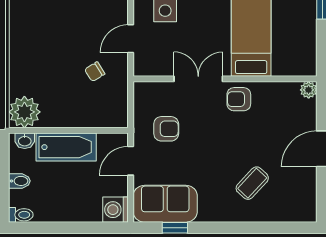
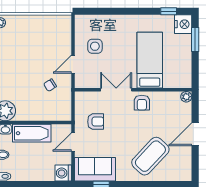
armchair: (239, 99) -> (142, 103), turned -90
coffee table: (252, 183) -> (150, 156), width x1.86, depth x1.72

